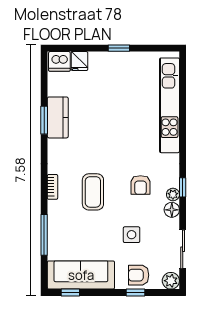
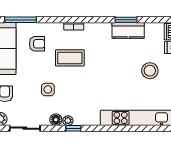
stool: (109, 90) -> (150, 71), added
armchair: (141, 185) -> (37, 44), moved, turned 180
window: (44, 235) -> (21, 20), moved
side table: (132, 235) -> (48, 89), moved

